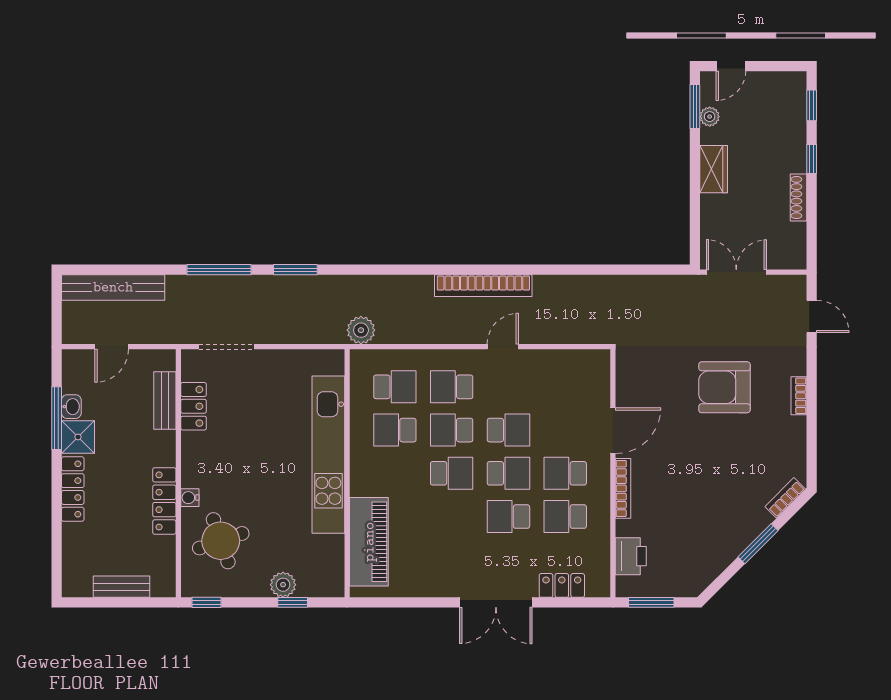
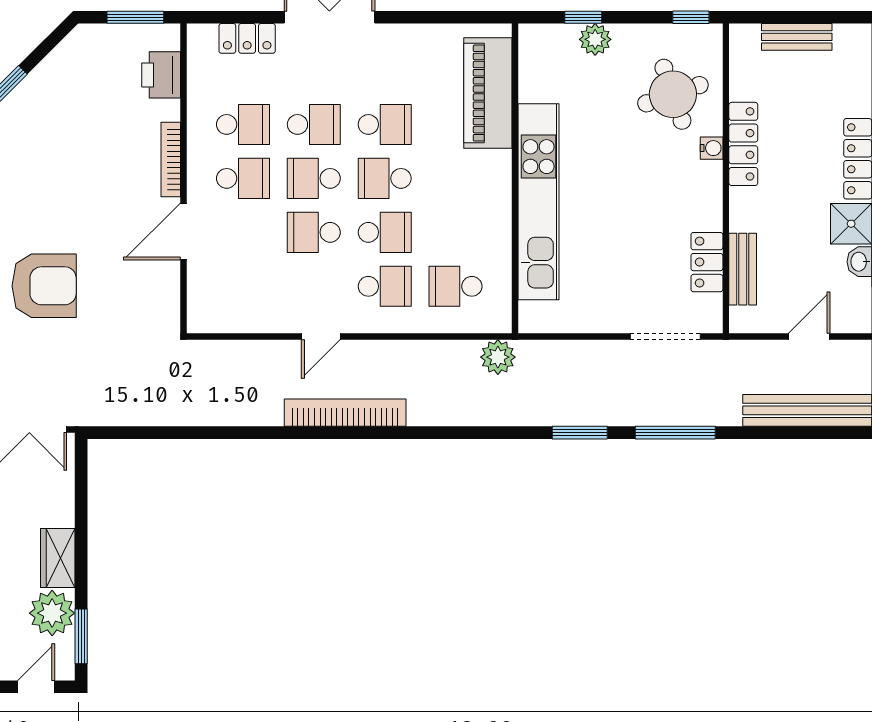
plant: (710, 117) -> (52, 613), width x1.87, depth x1.87
school desk: (395, 430) -> (385, 124), moved

